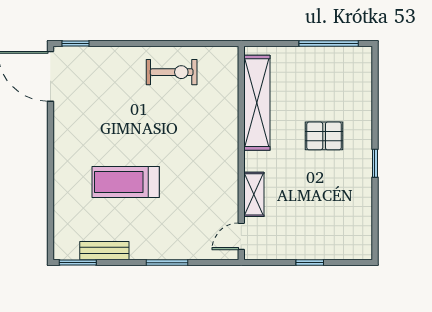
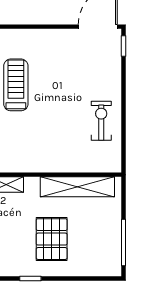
exercise bike: (172, 72) -> (101, 121), turned 180
pallet: (324, 136) -> (52, 239), width x1.50, depth x1.42

